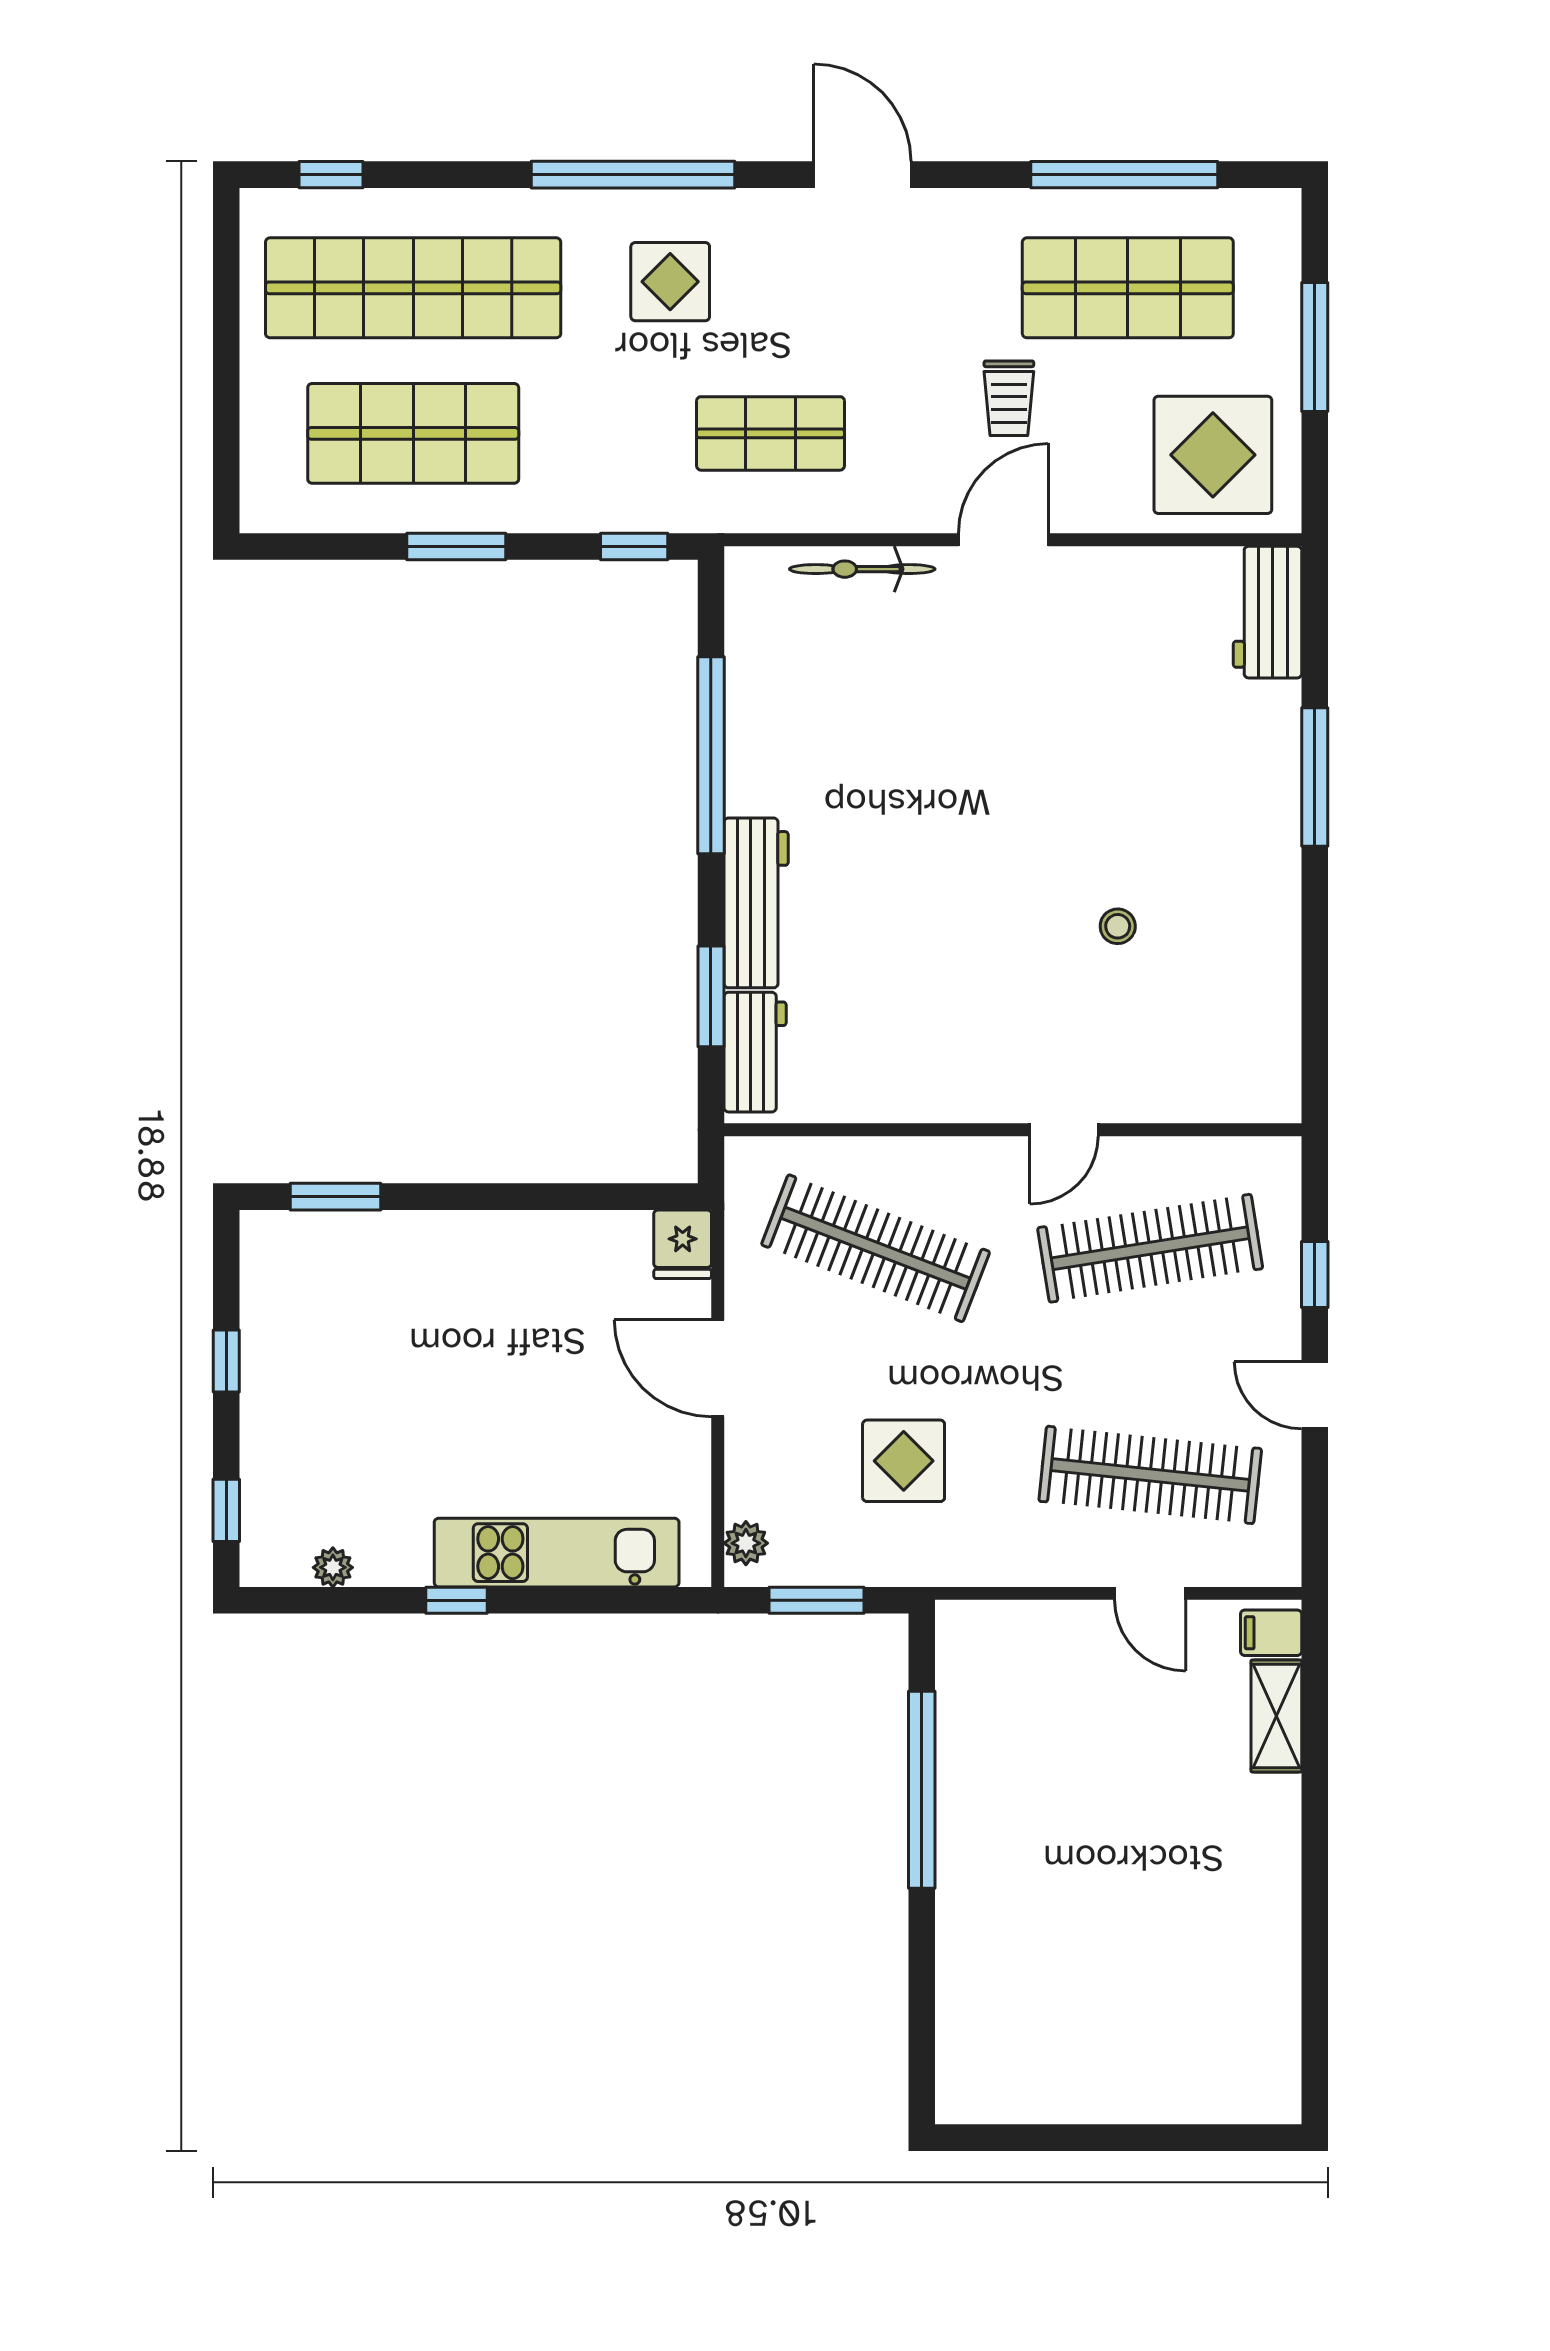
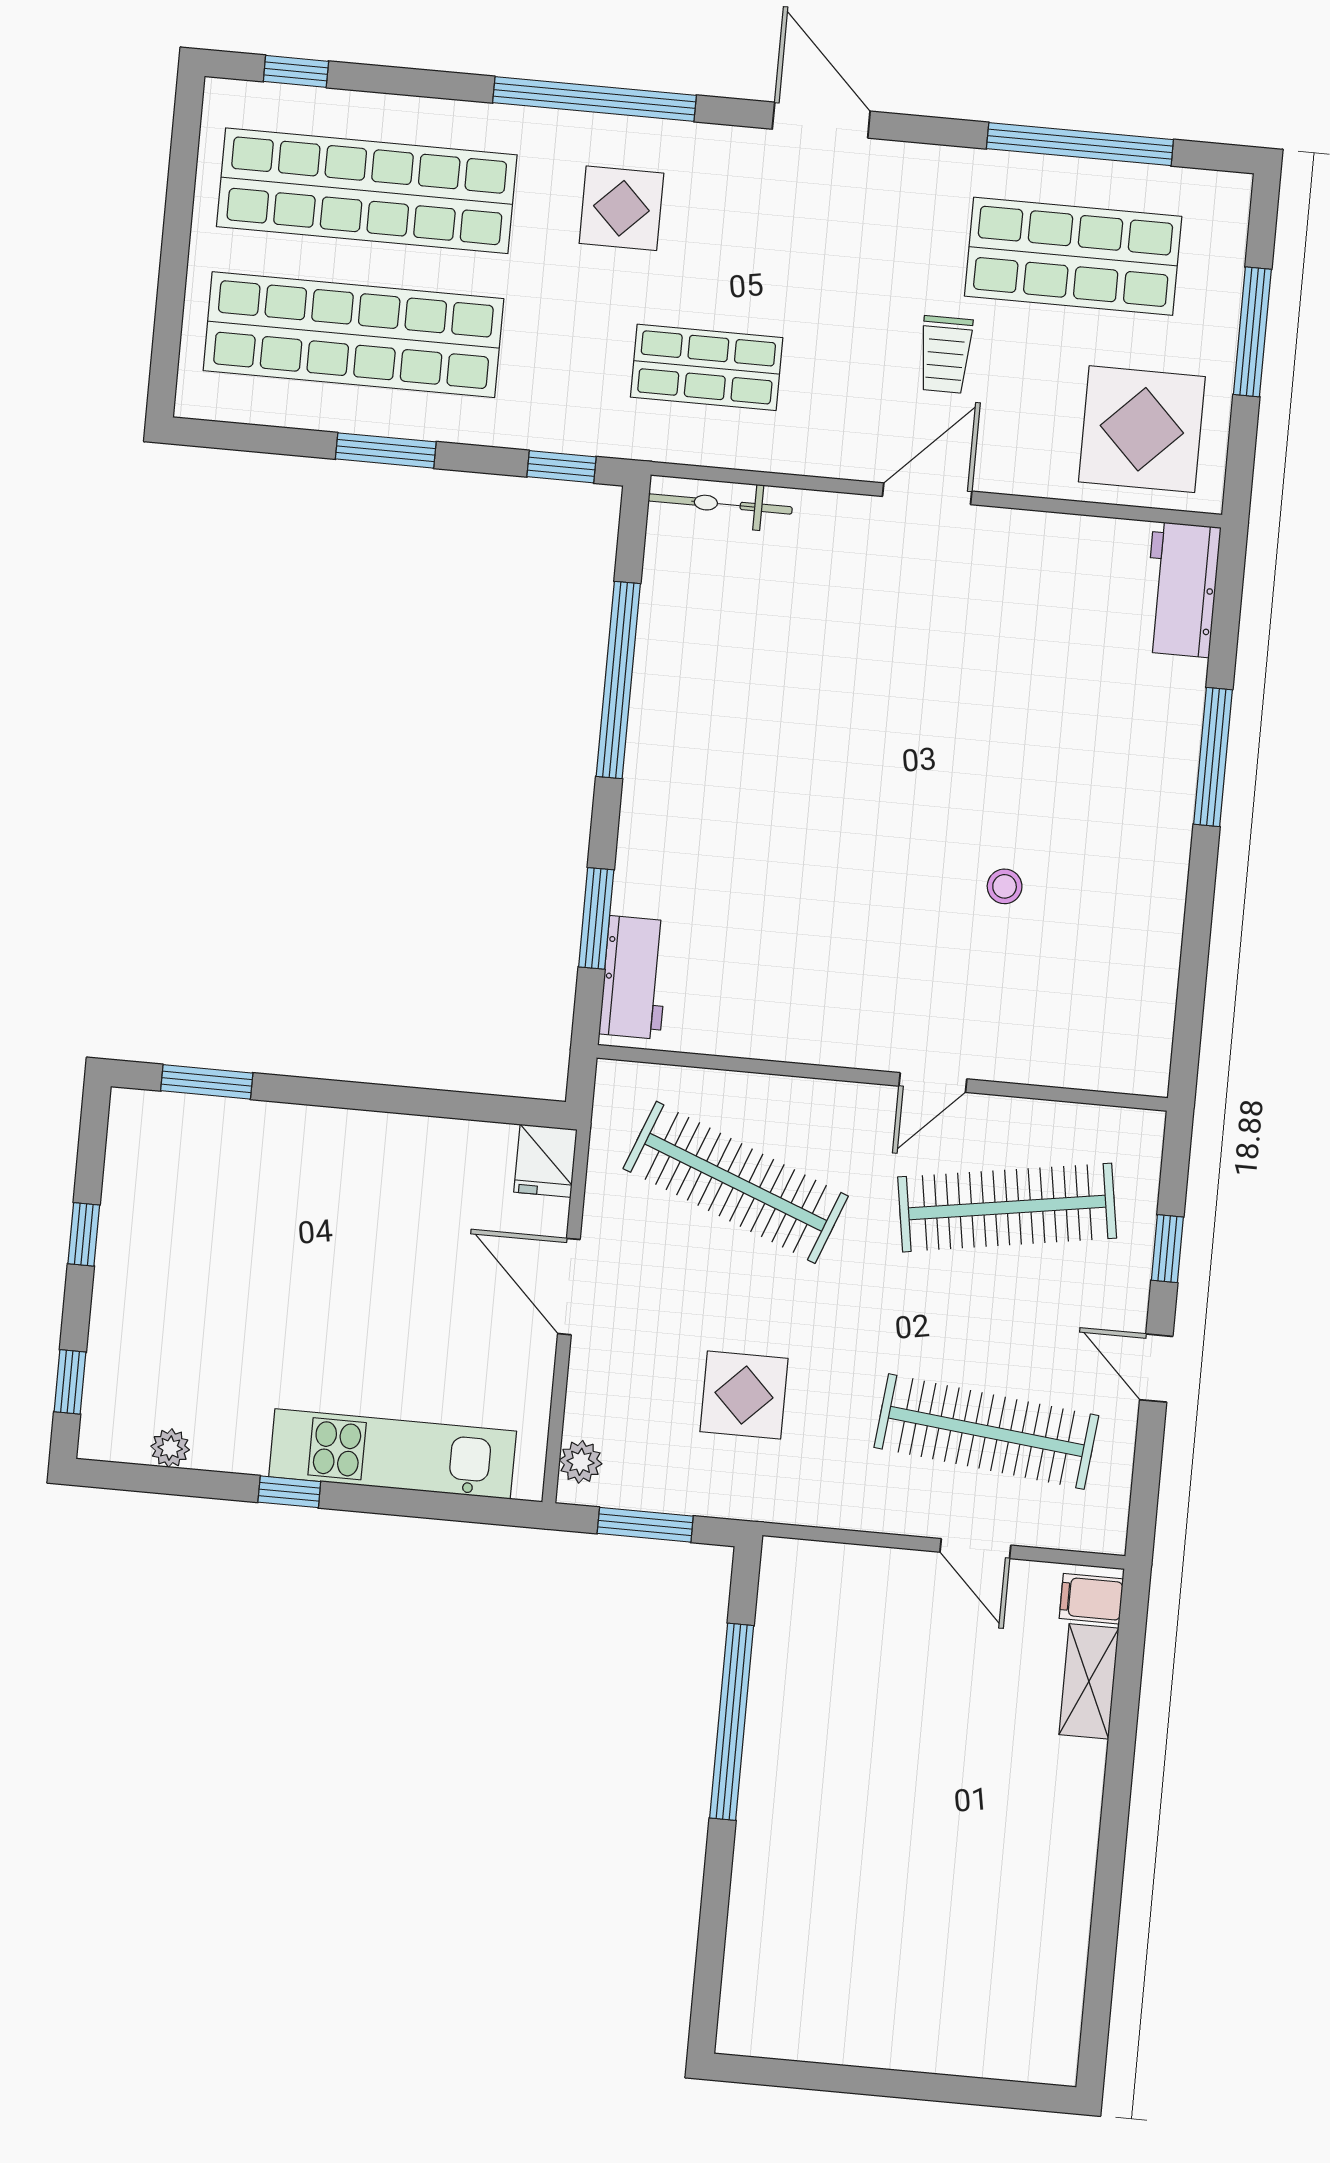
shop shelf: (413, 433) -> (353, 335), width x1.40
bicycle: (862, 569) -> (720, 504), moved
workbench: (756, 903) -> (649, 830), removed

